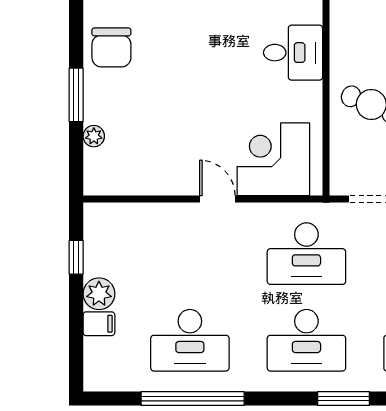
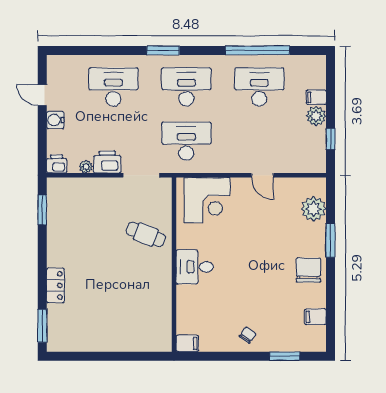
plant: (94, 136) -> (314, 209), width x1.87, depth x1.87
door: (217, 199) -> (263, 175), moved

